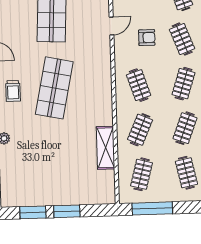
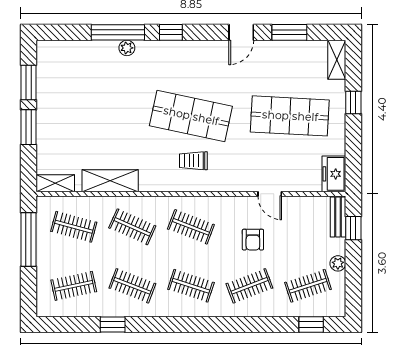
clothes rail: (139, 85) -> (191, 227), turned 39
trolley: (13, 91) -> (193, 161), moved
shelving: (109, 189) -> (55, 183), added

